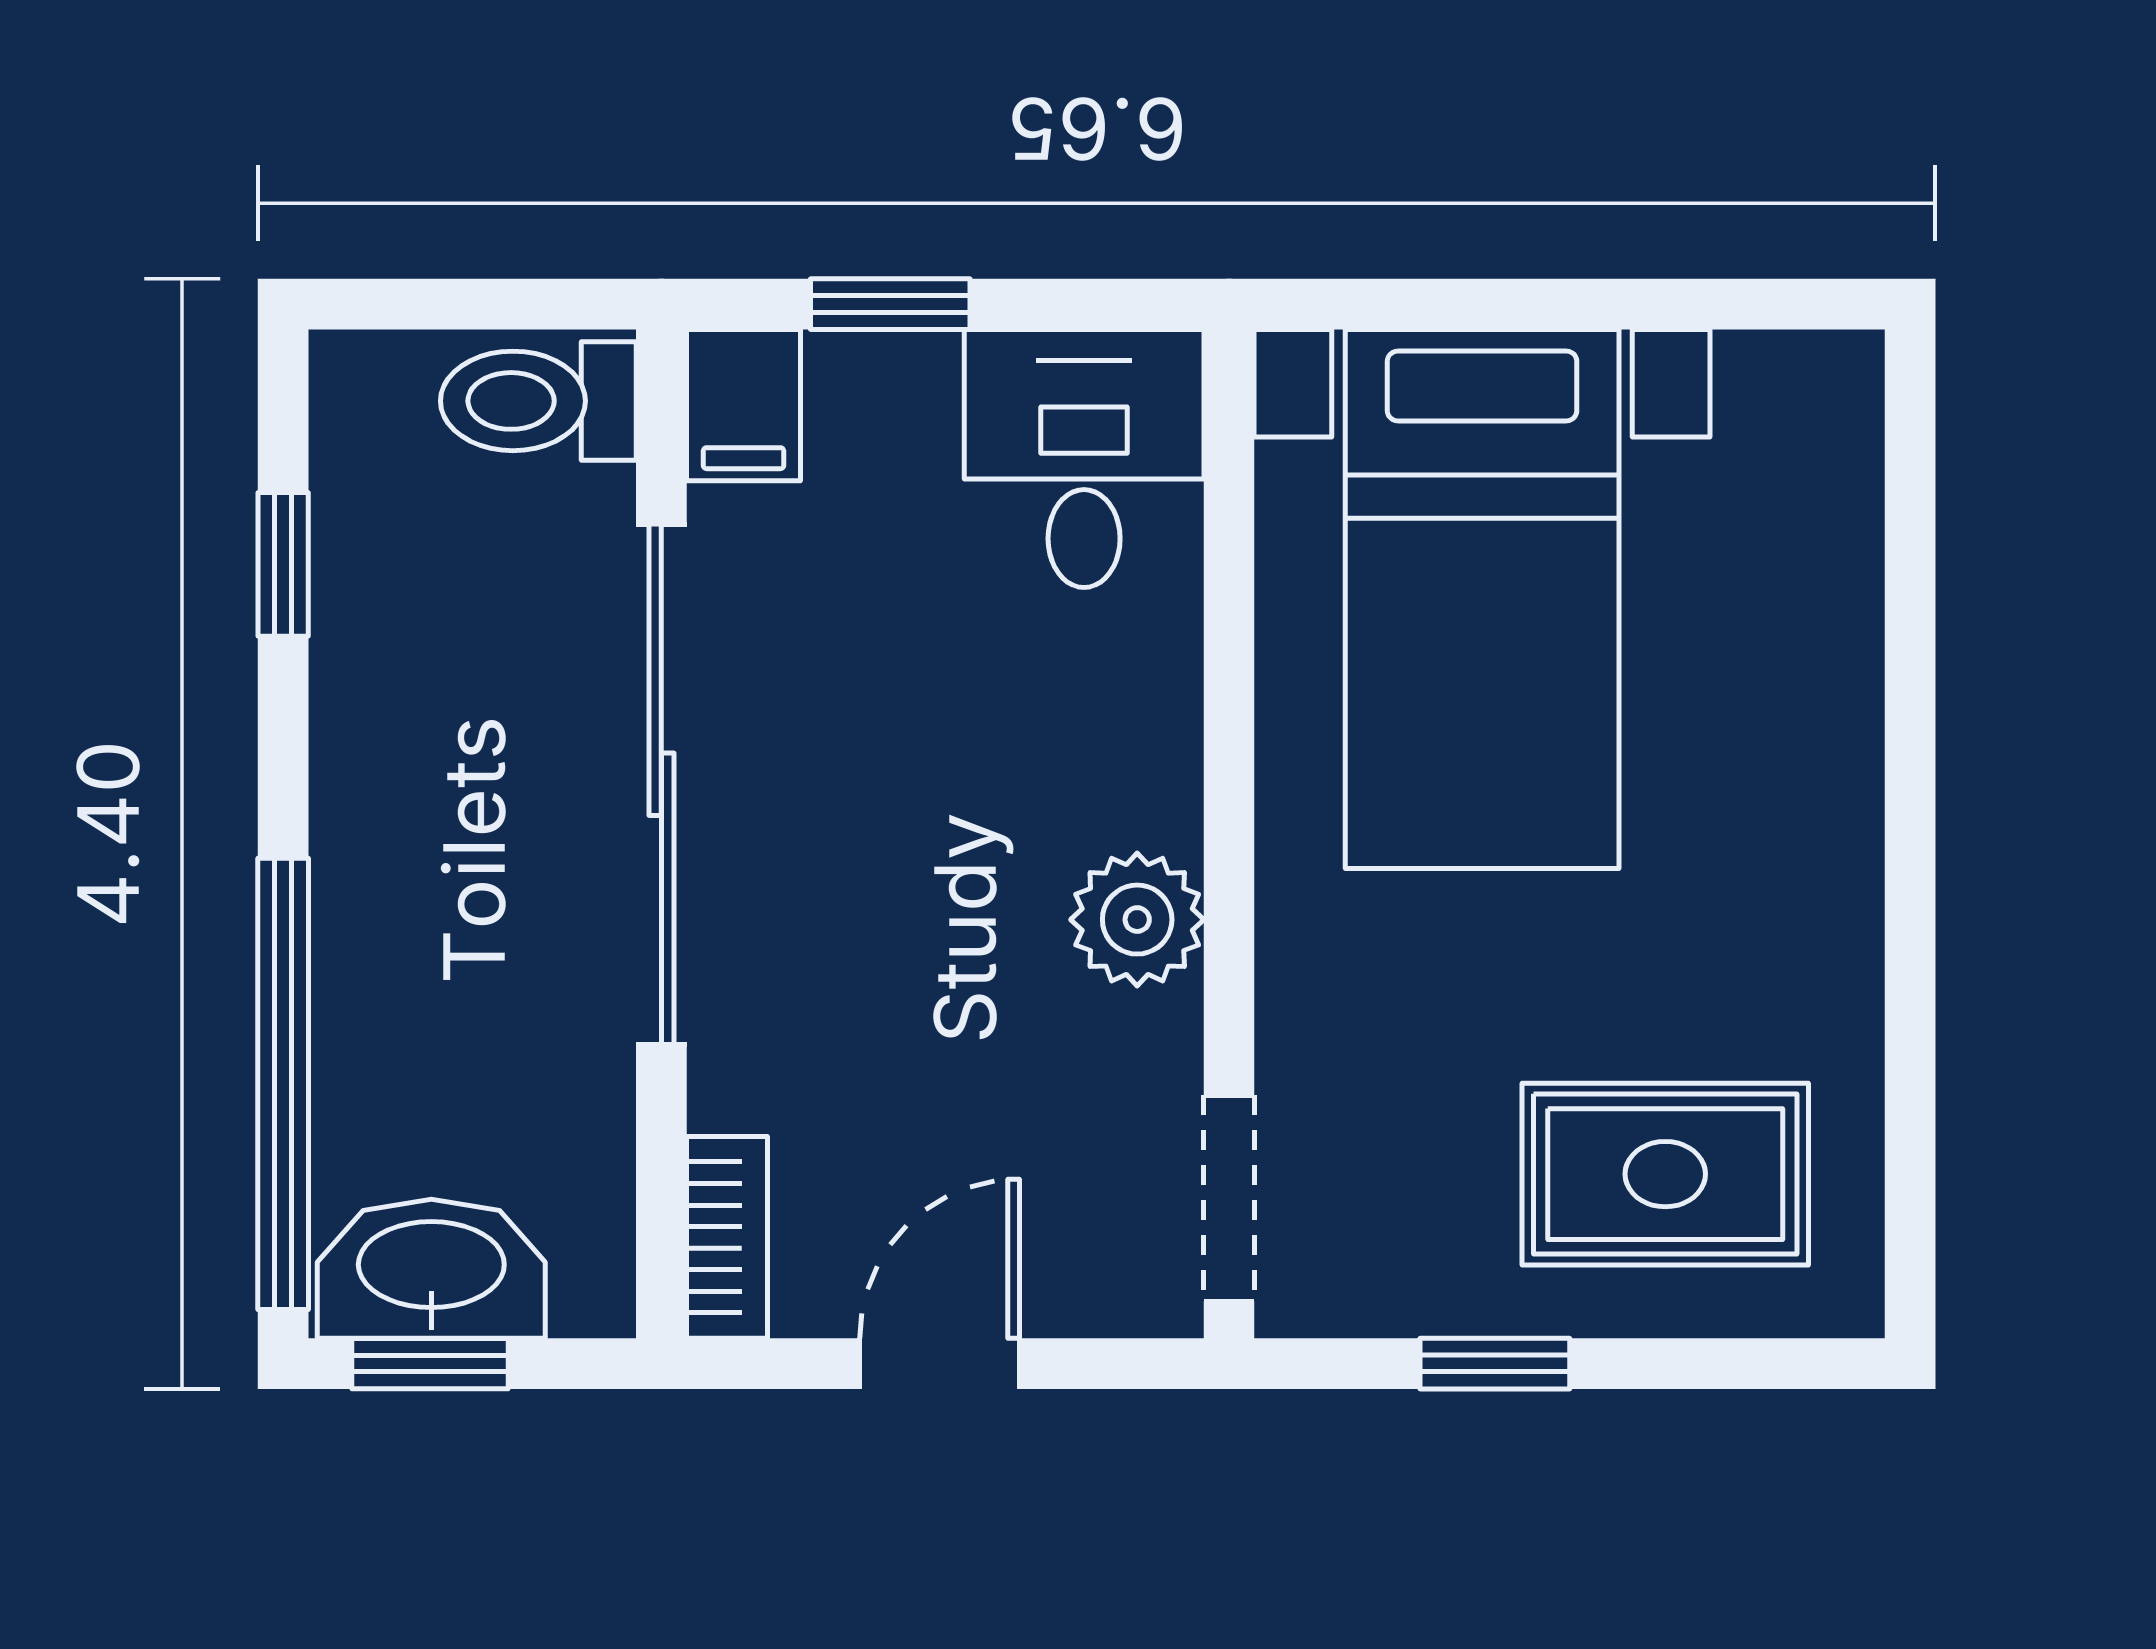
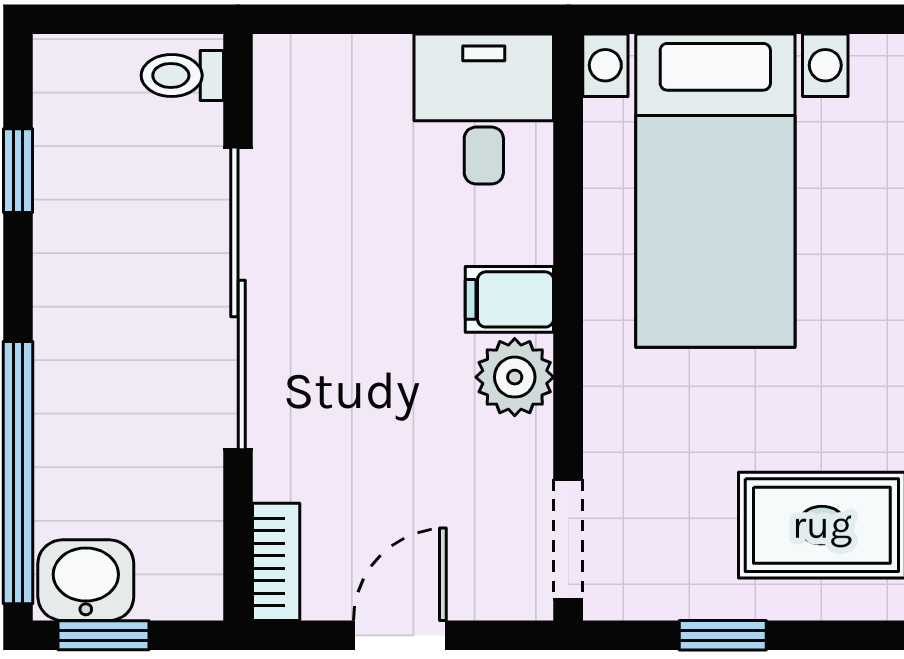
window: (890, 304) -> (371, 19), removed
toilet: (538, 401) -> (182, 75), width x0.73, depth x0.72
filing cabinet: (744, 405) -> (509, 299), moved, turned 90
washbasin: (431, 1269) -> (86, 580), width x0.72

